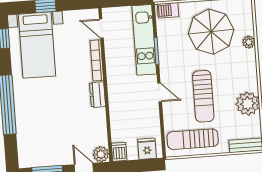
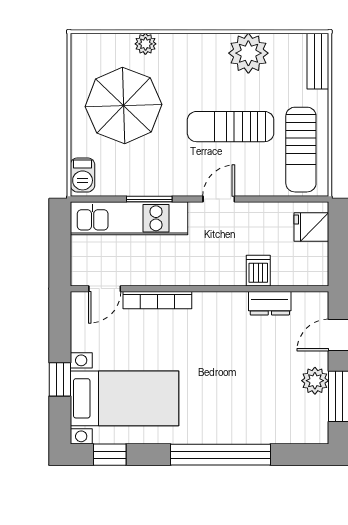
dresser: (98, 95) -> (270, 303), moved
sun lounger: (203, 96) -> (231, 127), turned 180
dishwasher: (119, 152) -> (258, 271), moved, turned 90
plant: (101, 154) -> (315, 381), moved

